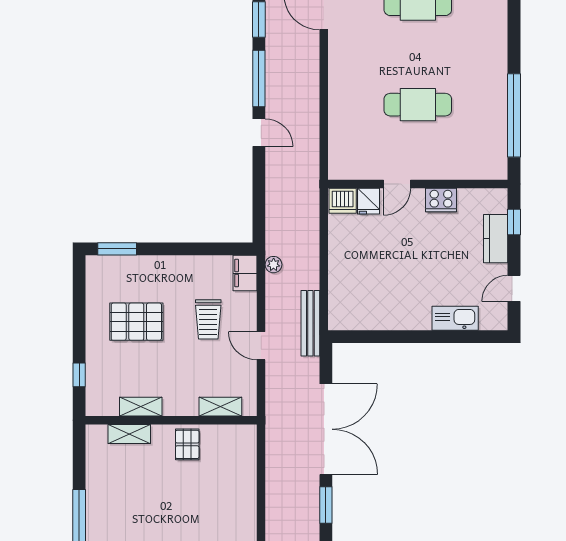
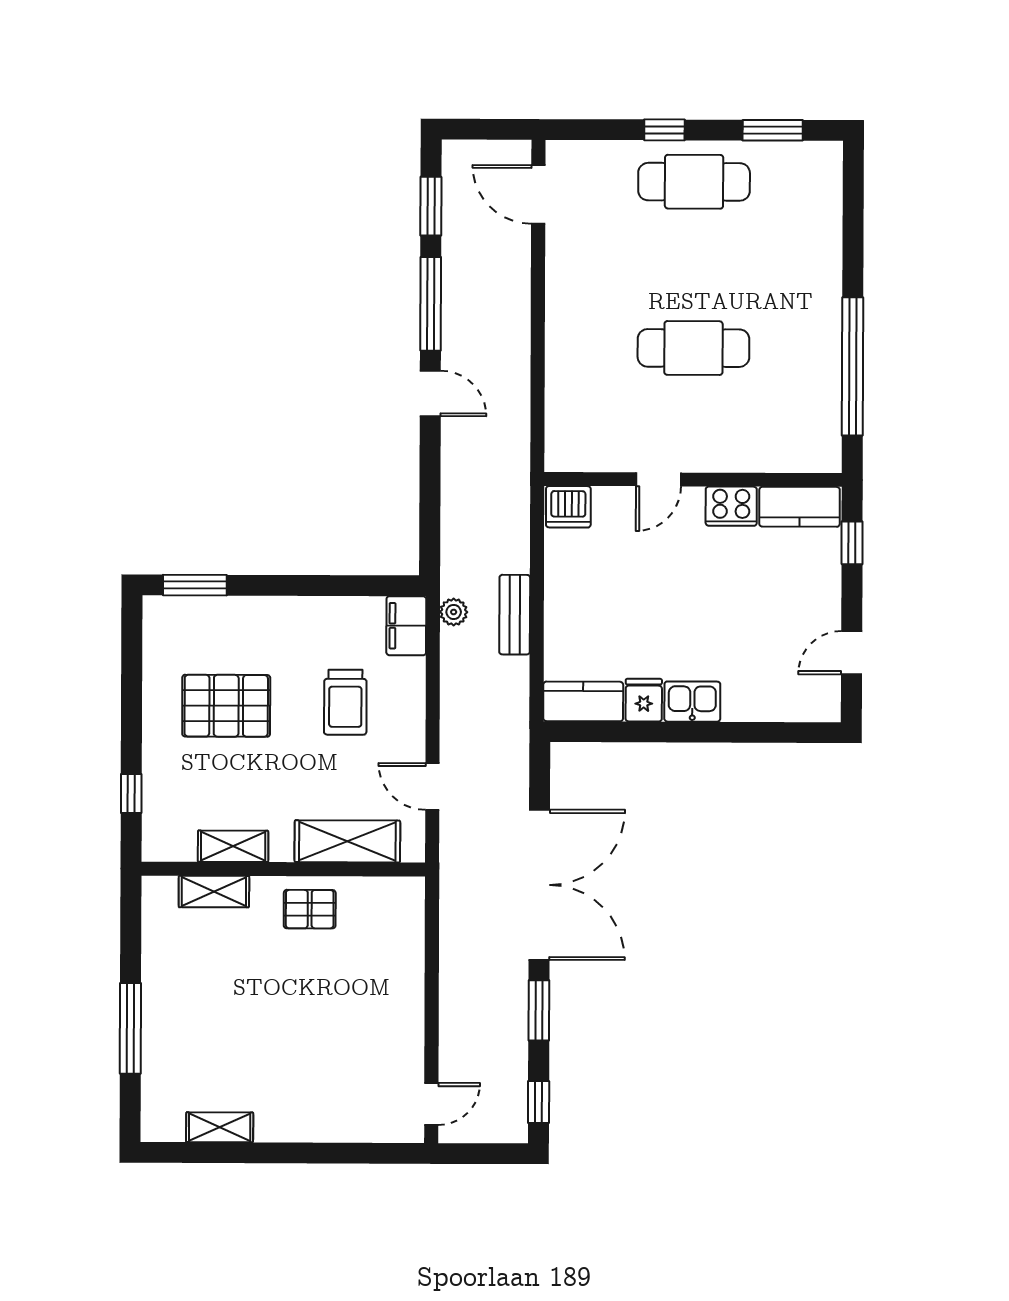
fridge: (369, 201) -> (644, 700), moved, turned 180
kitchen counter: (496, 239) -> (800, 507), moved, turned -90
kitchen counter: (352, 318) -> (583, 701), added
kitchen sink: (455, 318) -> (692, 702), moved, width x0.73
bench: (310, 323) -> (515, 615), moved, width x0.73
door: (261, 346) -> (432, 787), moved
shelving: (220, 407) -> (347, 841), width x1.50, depth x1.33
pallet: (187, 444) -> (310, 909), turned 90

